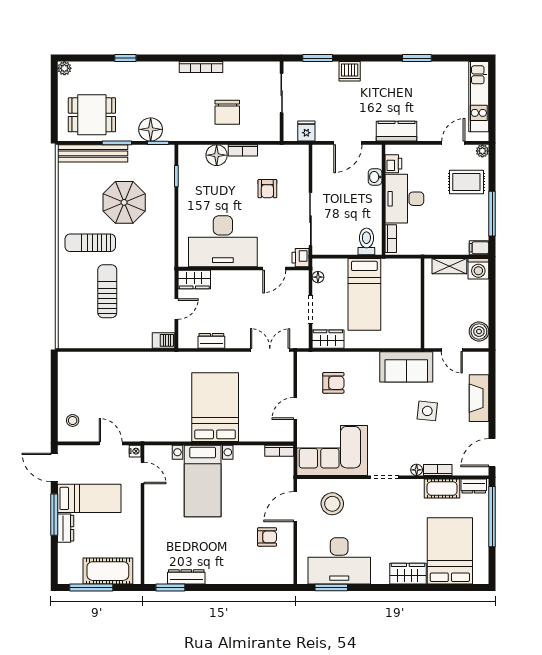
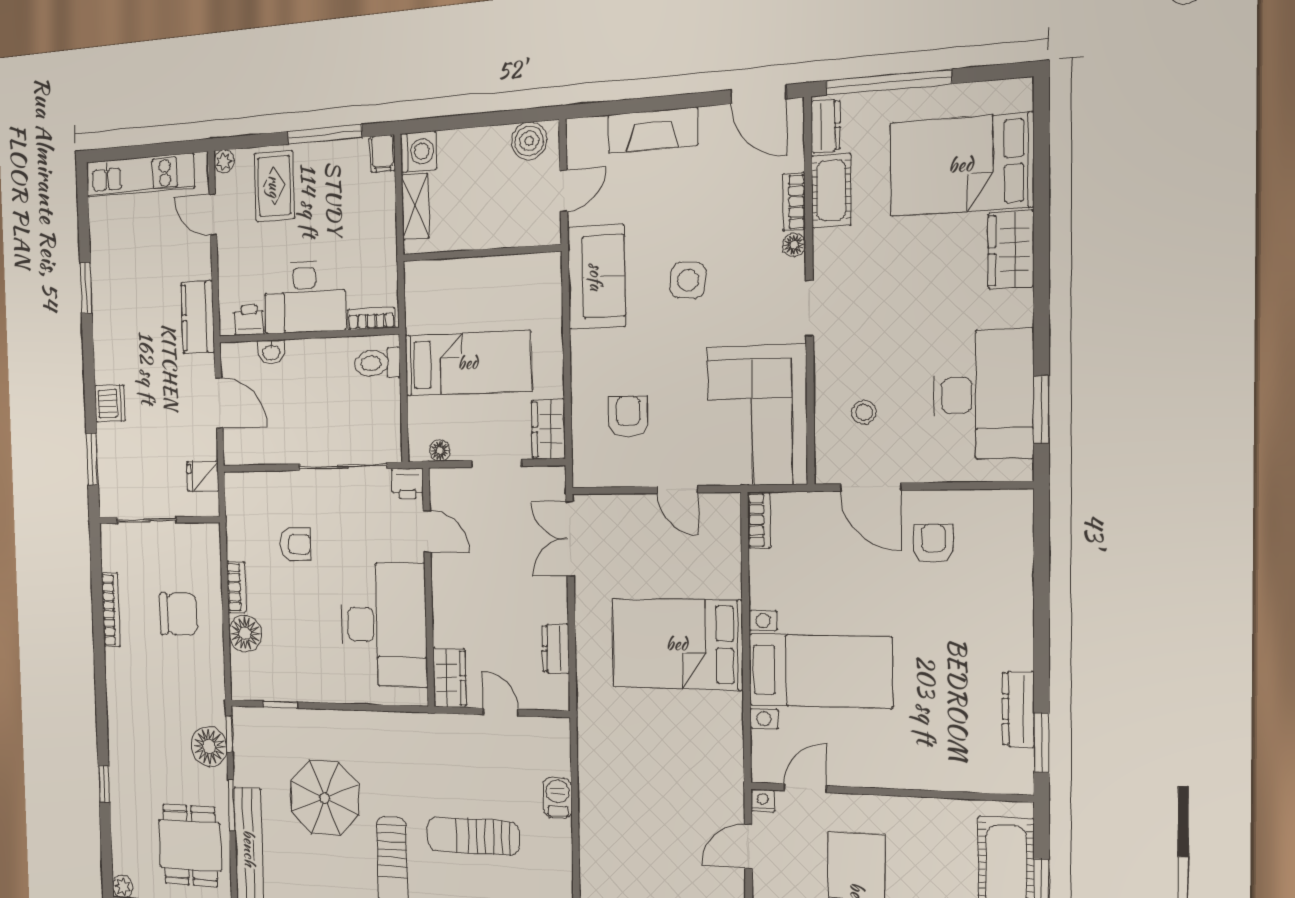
bookcase: (201, 67) -> (111, 610), moved
barbecue: (164, 340) -> (558, 798), moved
side table: (427, 411) -> (688, 280), moved
stool: (332, 504) -> (864, 412), width x0.53, depth x0.53

